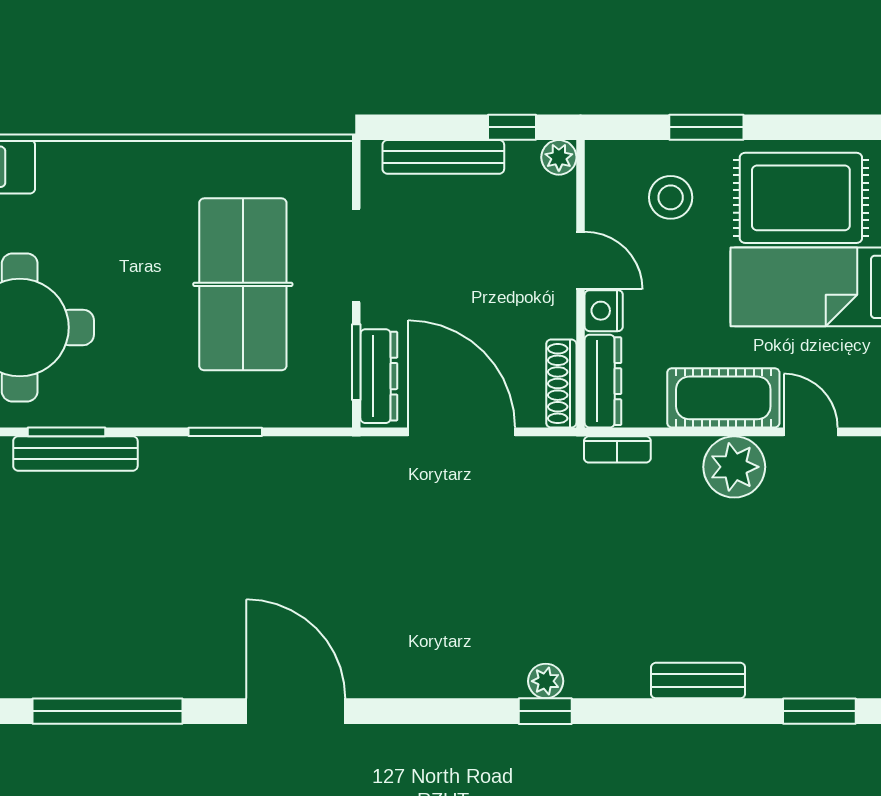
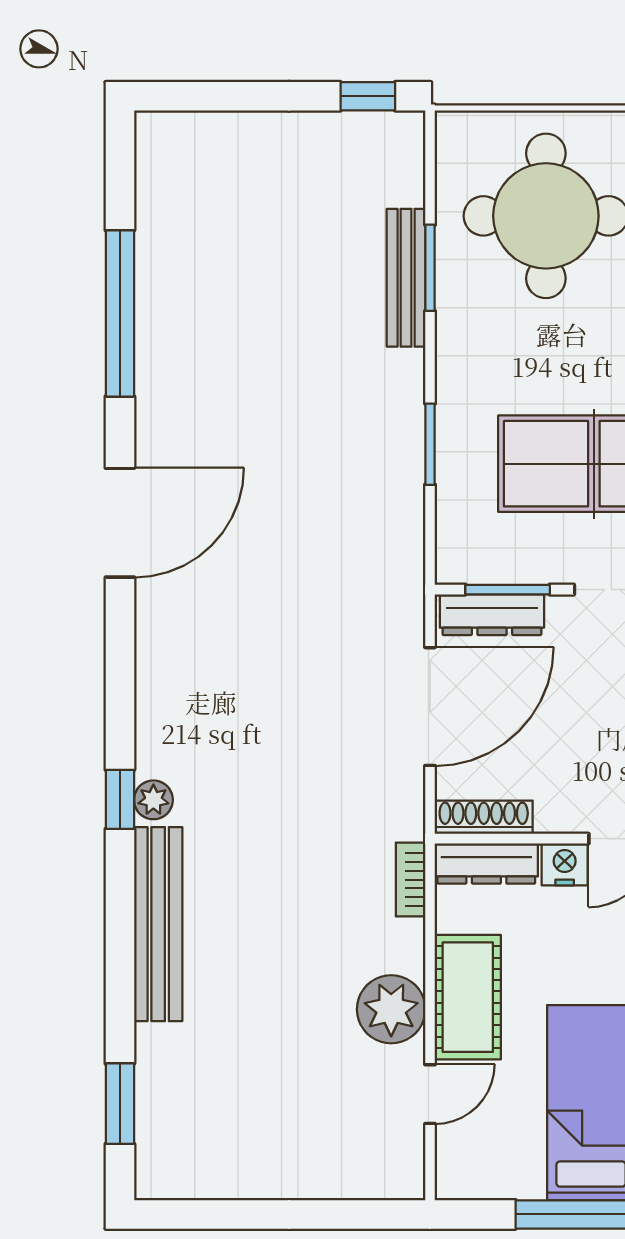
bench: (698, 681) -> (158, 924), width x1.86, depth x1.21

